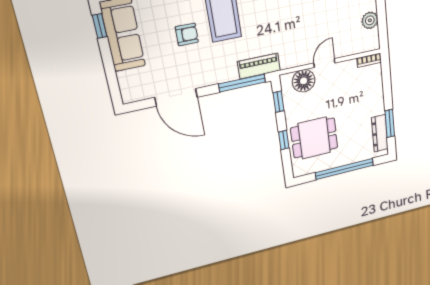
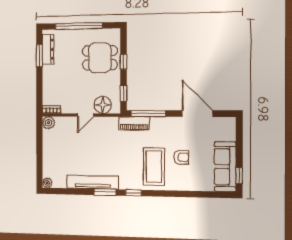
plant: (370, 20) -> (49, 123), moved
armchair: (187, 34) -> (181, 157), turned 180

